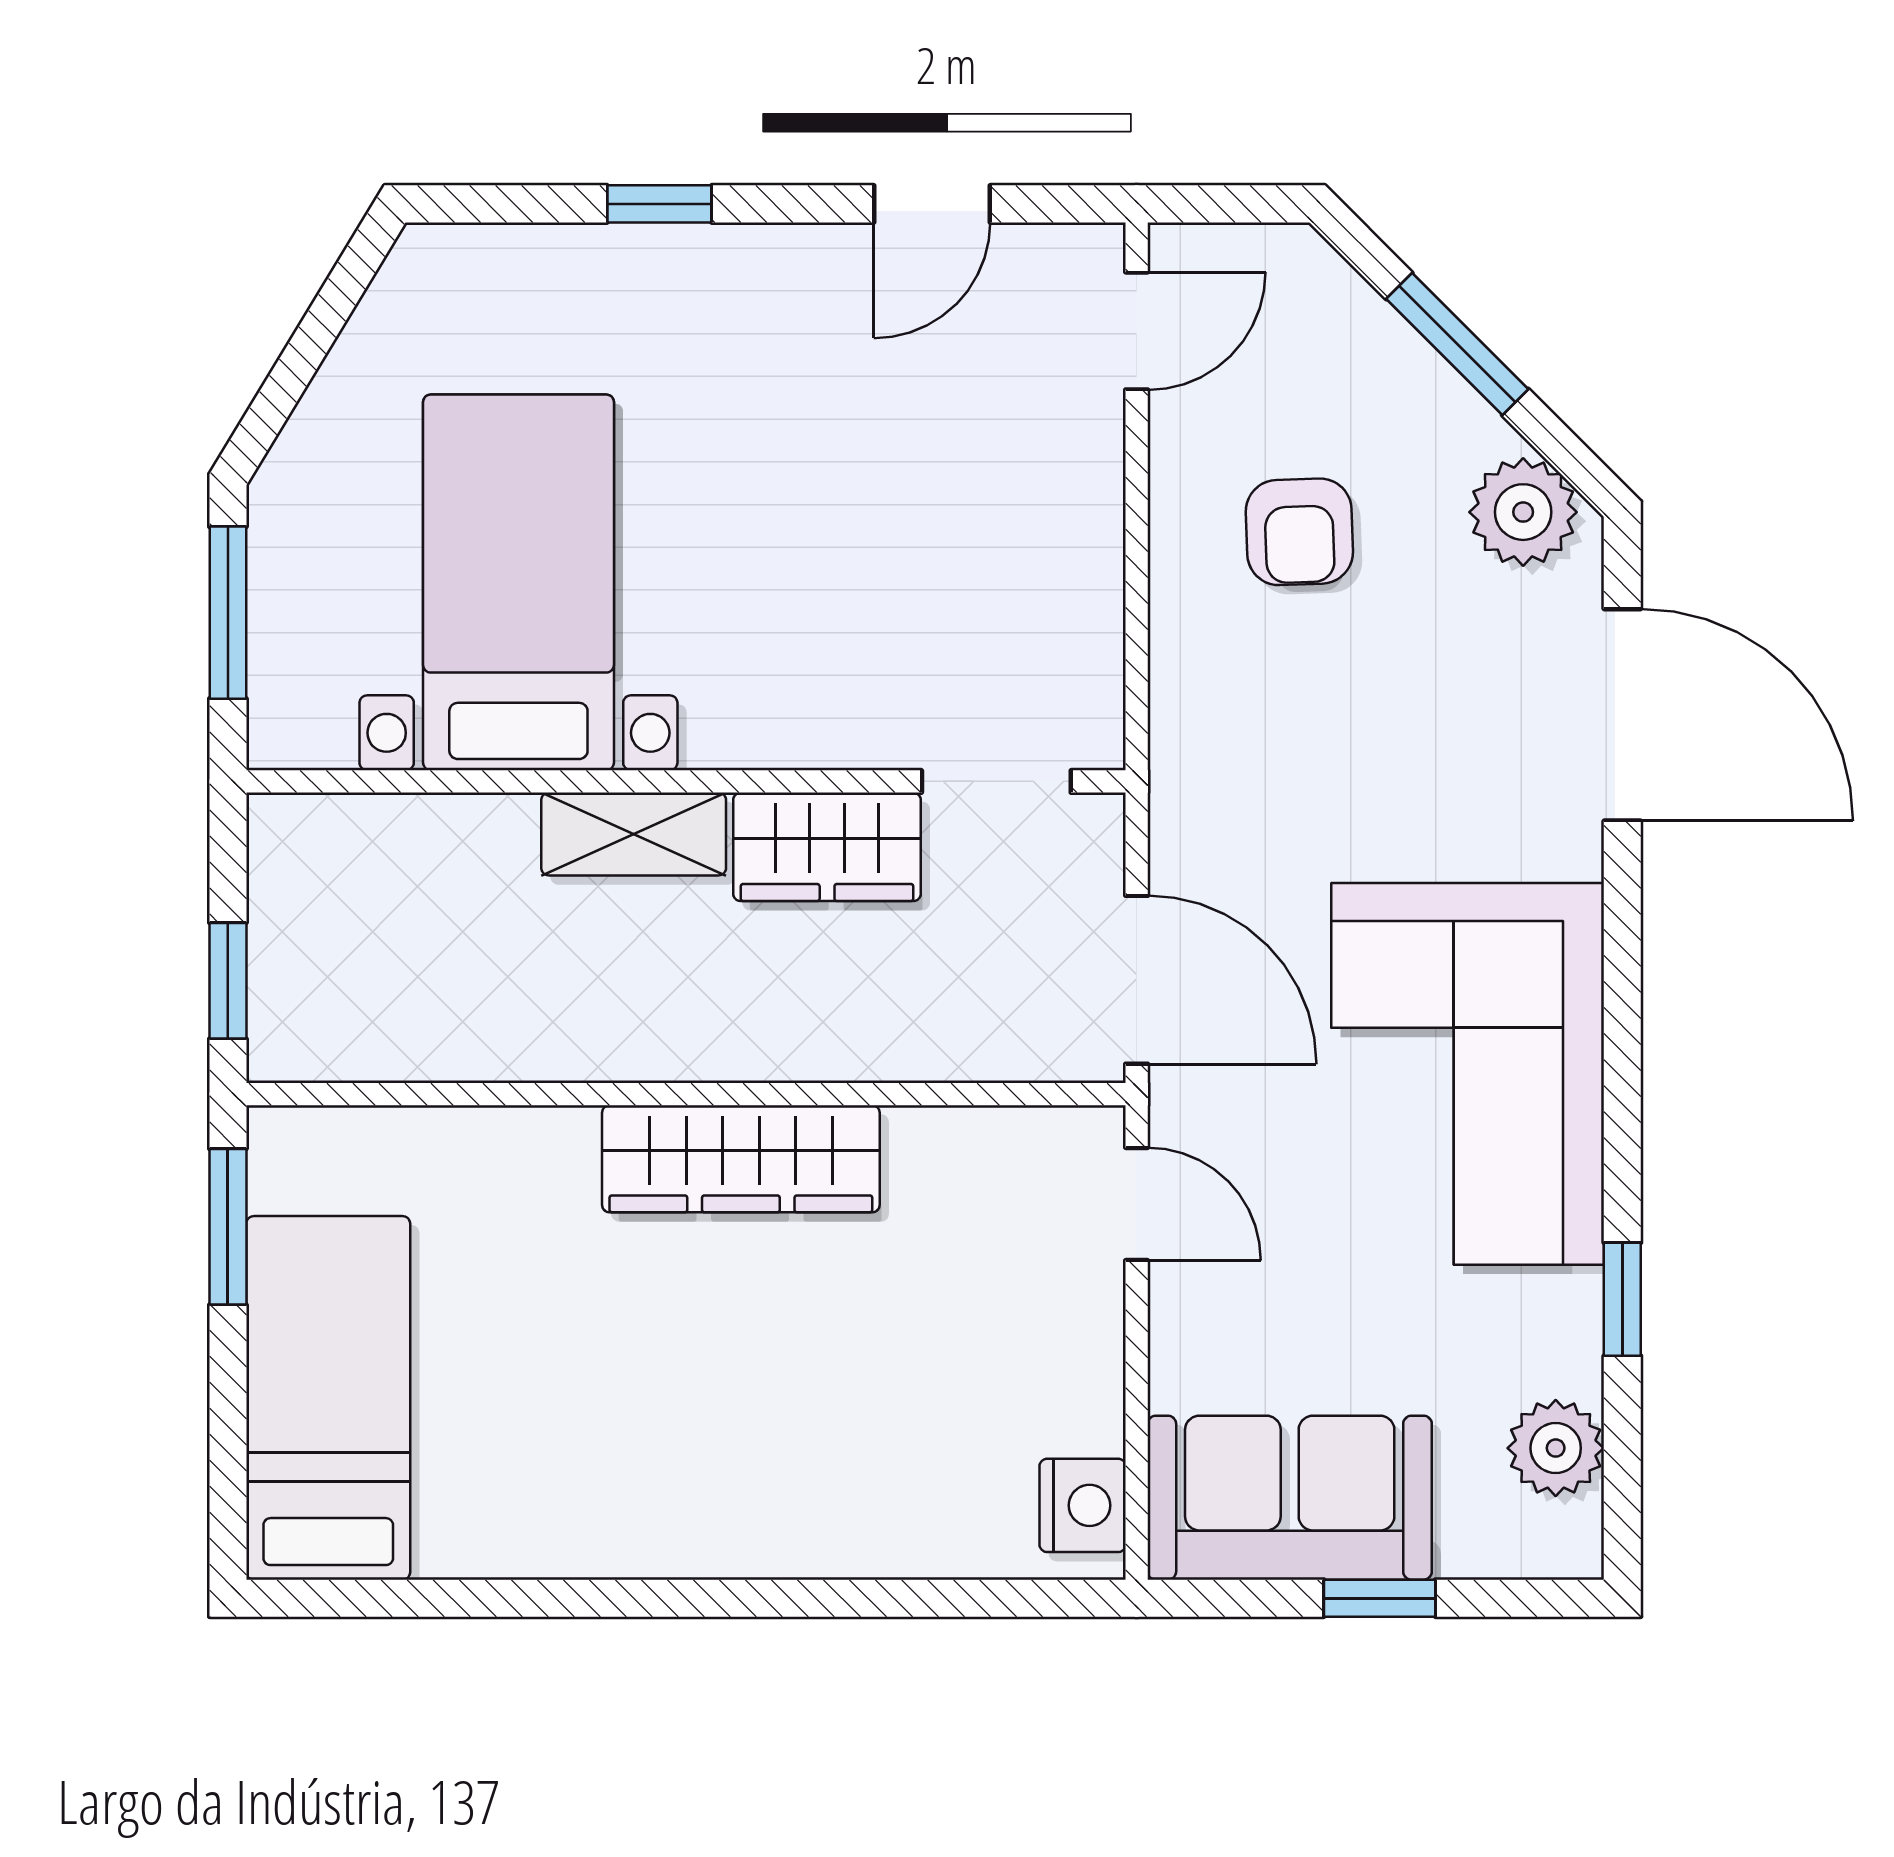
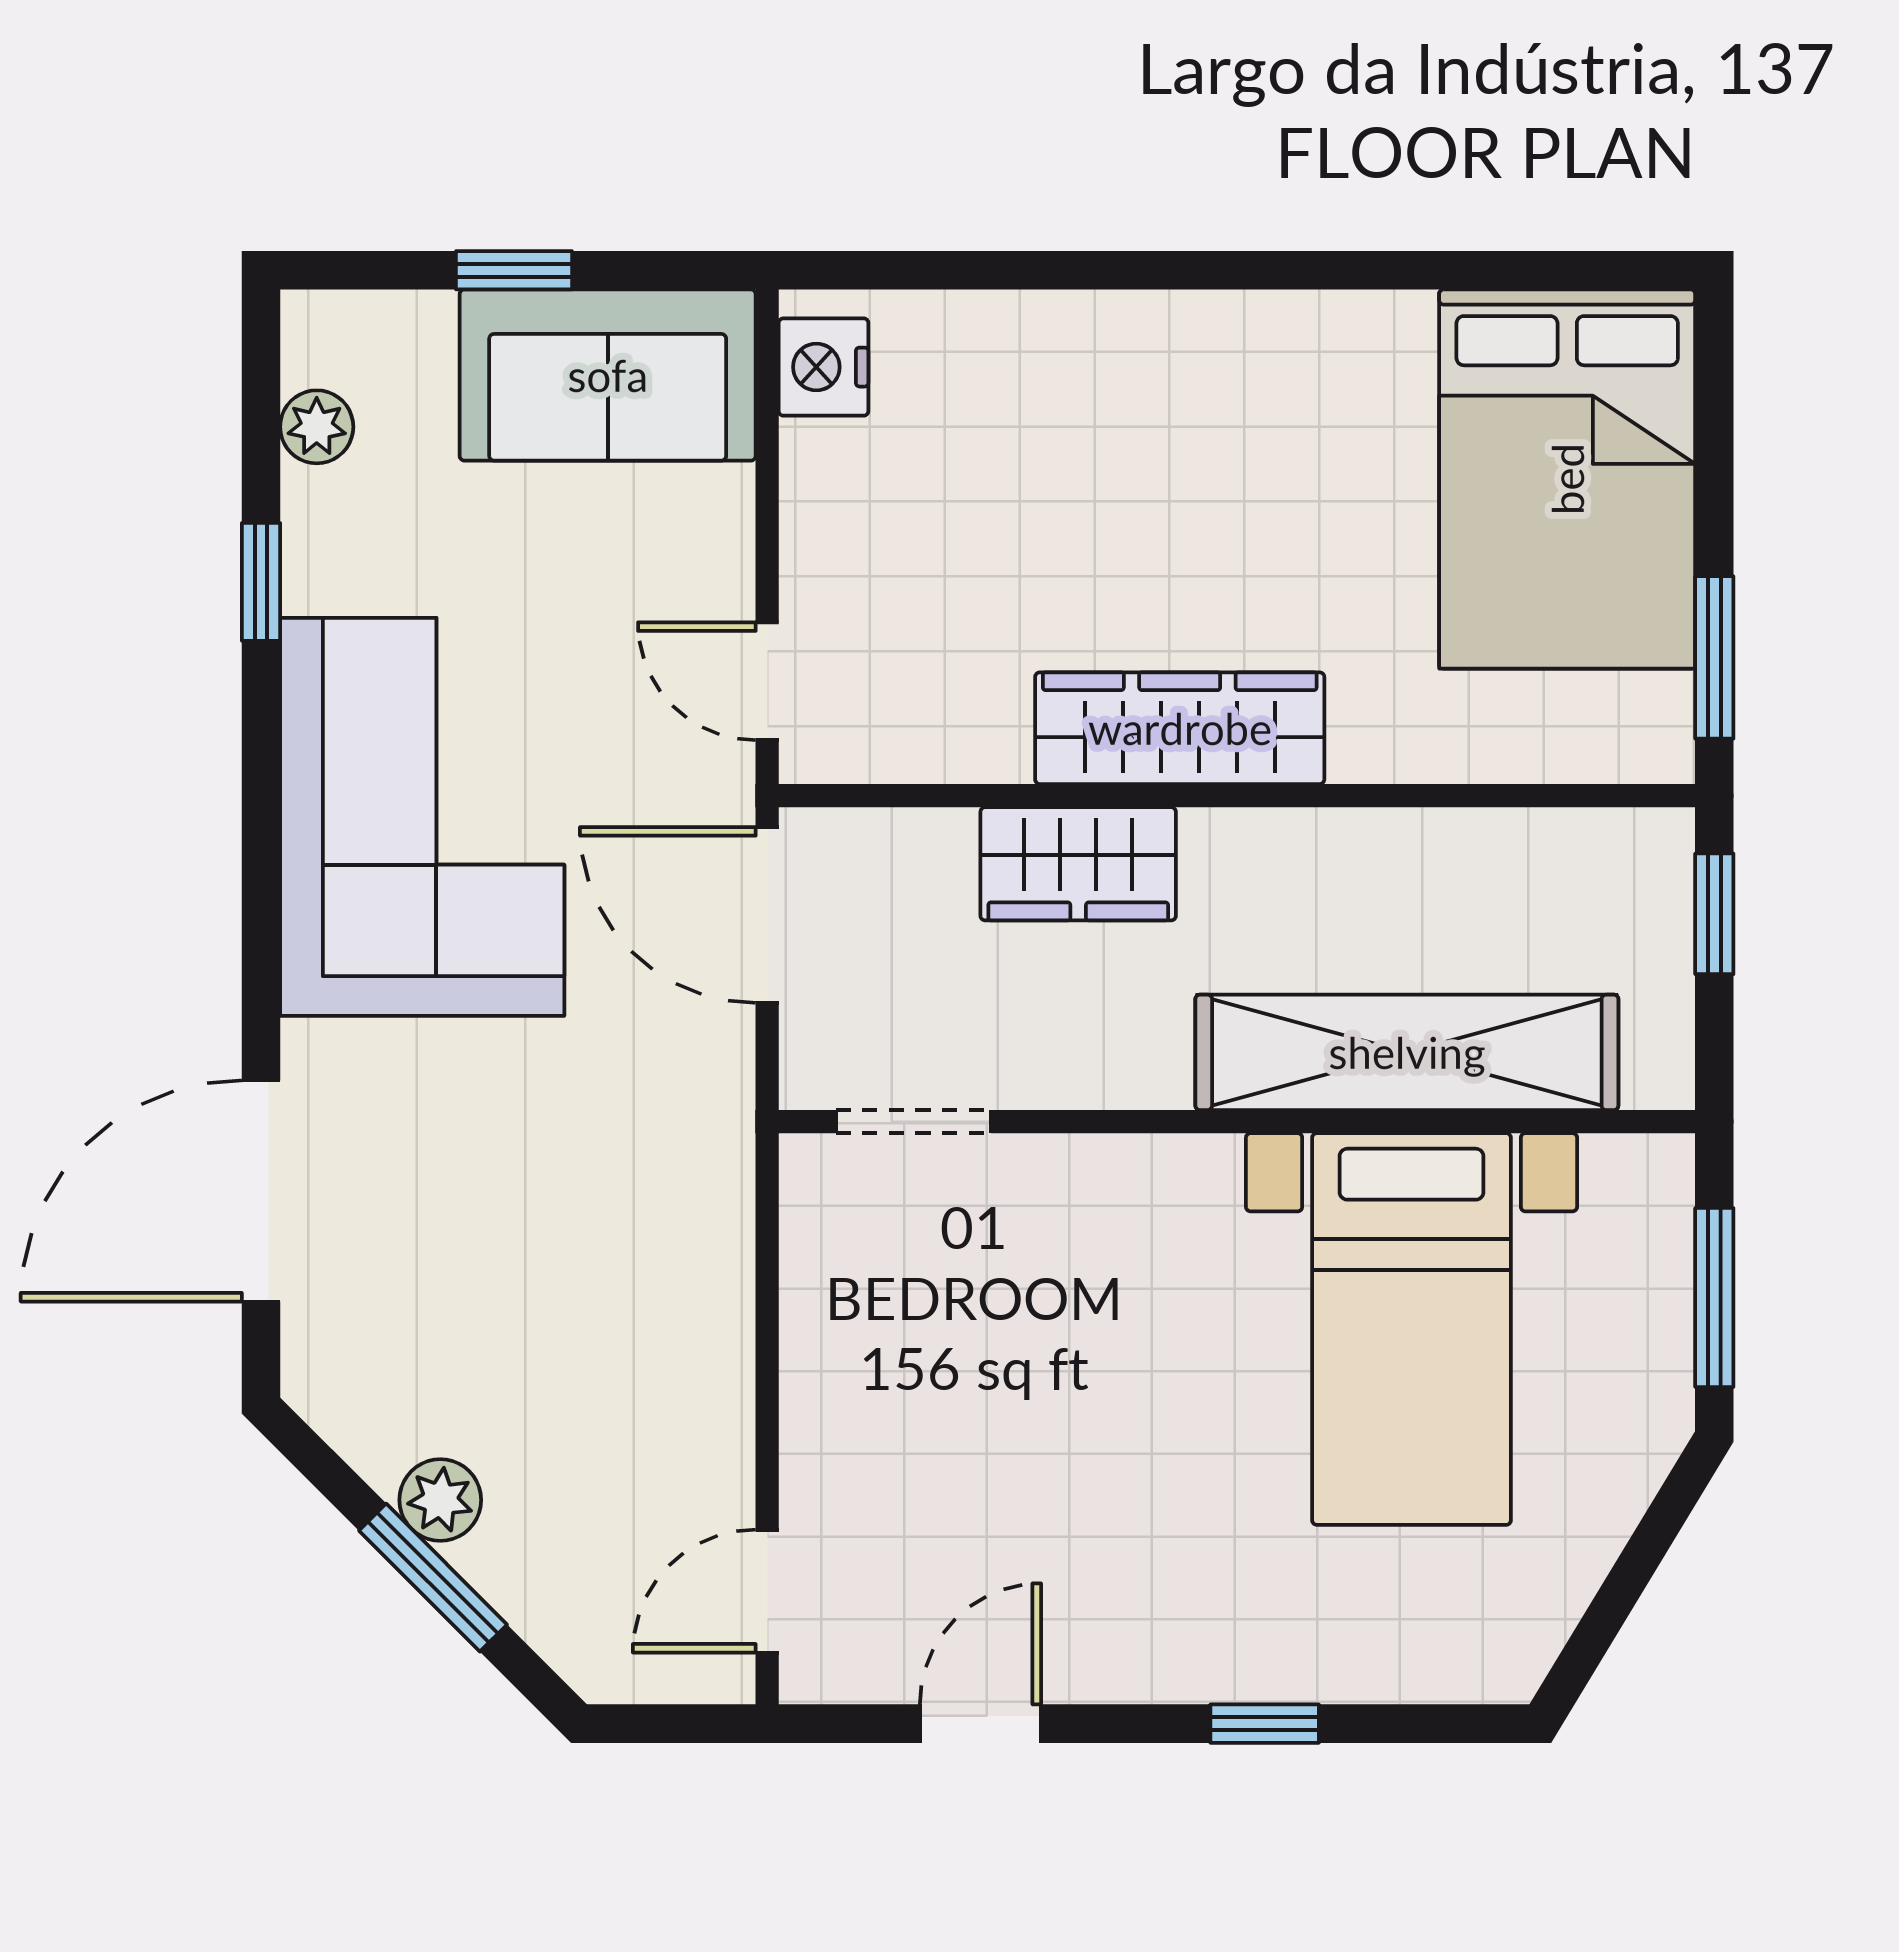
plant: (1523, 512) -> (440, 1500), moved, width x0.73, depth x0.73
armchair: (1299, 532) -> (598, 1382), removed
door: (1622, 715) -> (261, 1191), hinge flipped
shelving: (634, 834) -> (1407, 1052), width x2.20, depth x1.33
wardrobe: (827, 847) -> (1078, 864), moved, turned 180
bed: (328, 1398) -> (1567, 479), width x1.50
plant: (1556, 1448) -> (317, 427), width x0.73, depth x0.73

